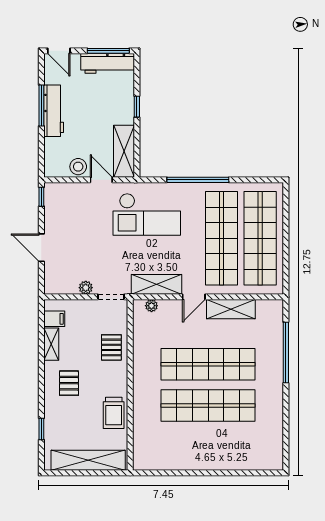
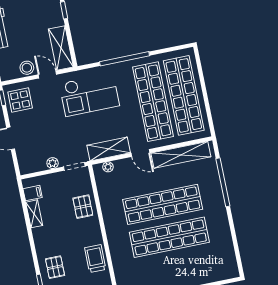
display table: (62, 204) -> (20, 100), added
door: (194, 297) -> (140, 153), hinge flipped
shelving: (231, 309) -> (181, 155), width x1.47
pallet: (69, 383) -> (55, 267), moved
trolley: (114, 413) -> (95, 259), turned 180

